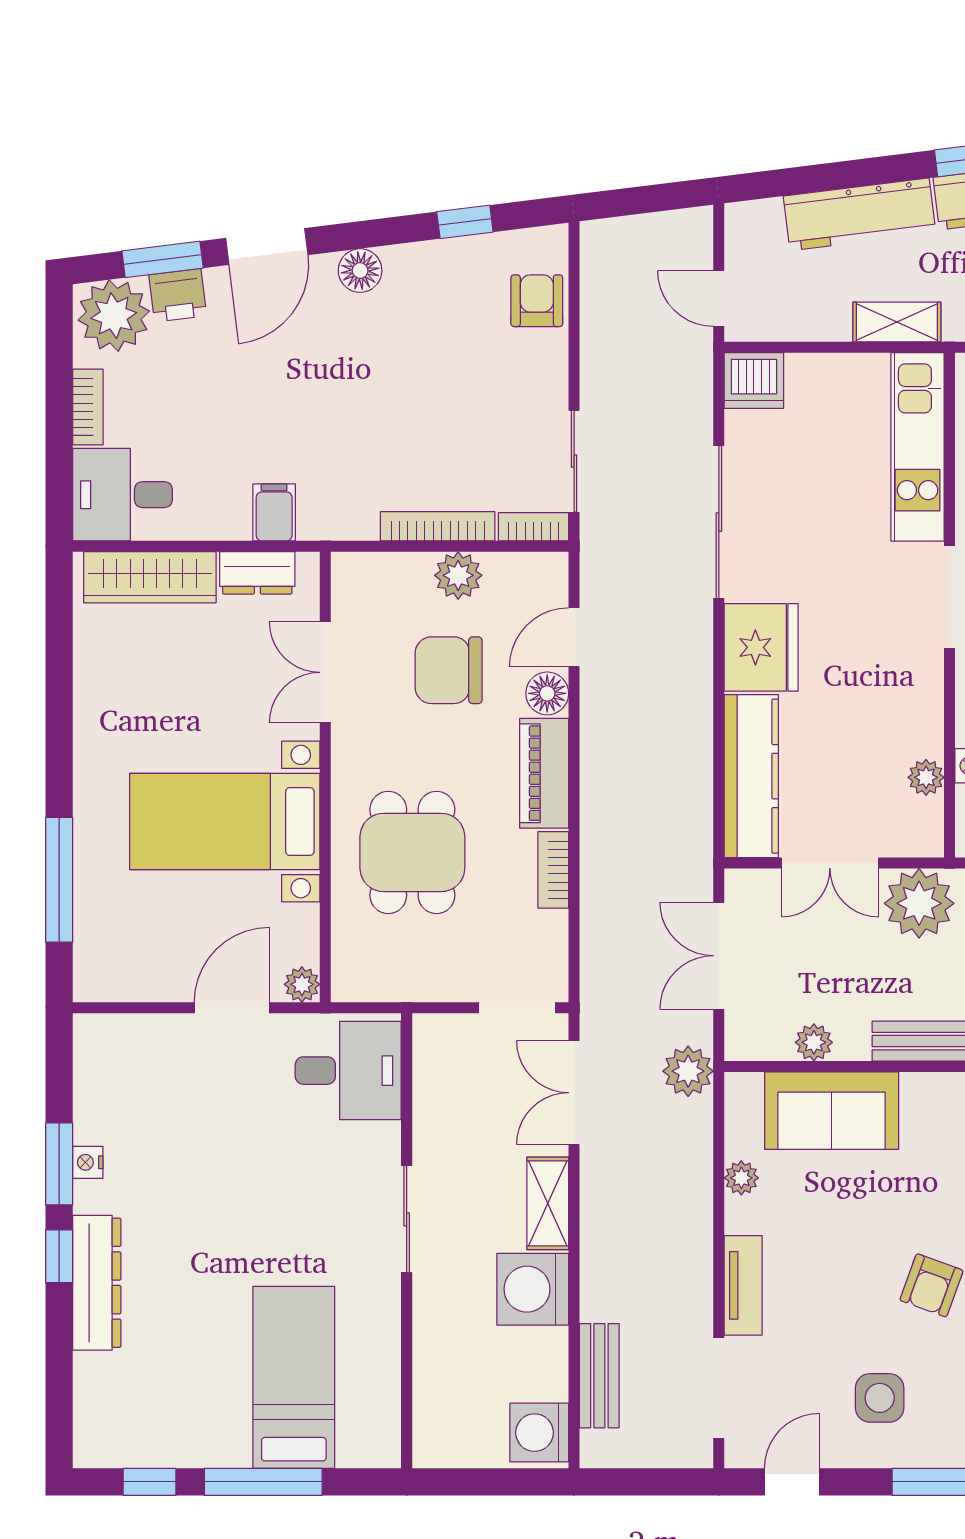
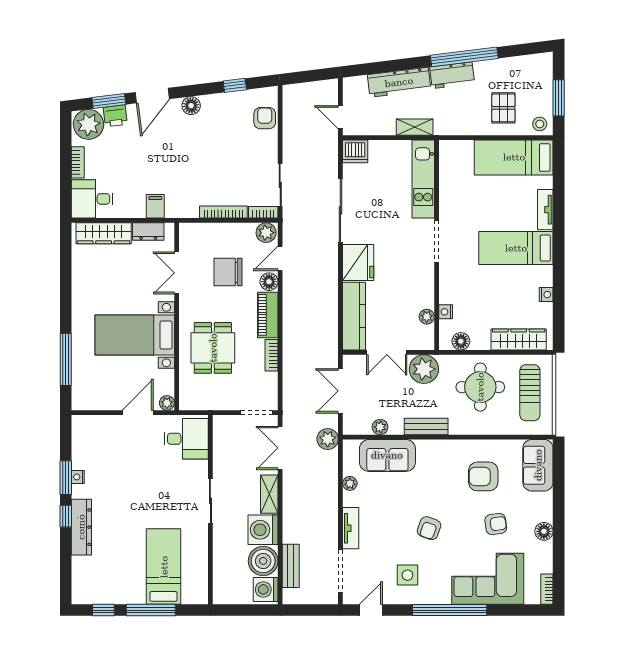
plant: (458, 575) -> (266, 233), moved
boiler: (533, 1364) -> (263, 561), added

